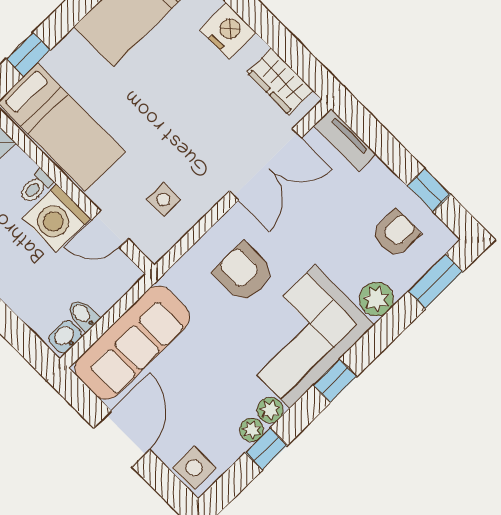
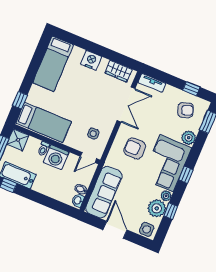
door: (110, 229) -> (89, 158), moved
armchair: (396, 234) -> (186, 110), turned 72
plant: (252, 430) -> (157, 208), width x1.88, depth x1.88

